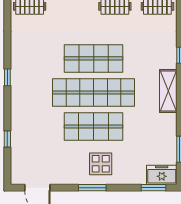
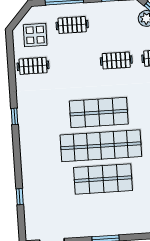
window: (7, 77) -> (15, 116), moved
display table: (101, 164) -> (112, 215), removed

